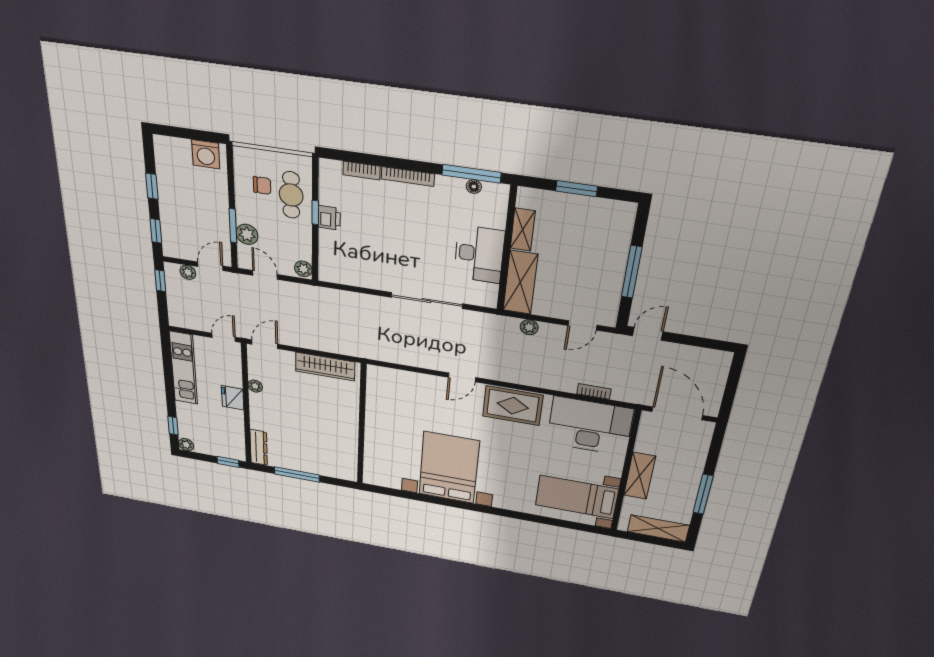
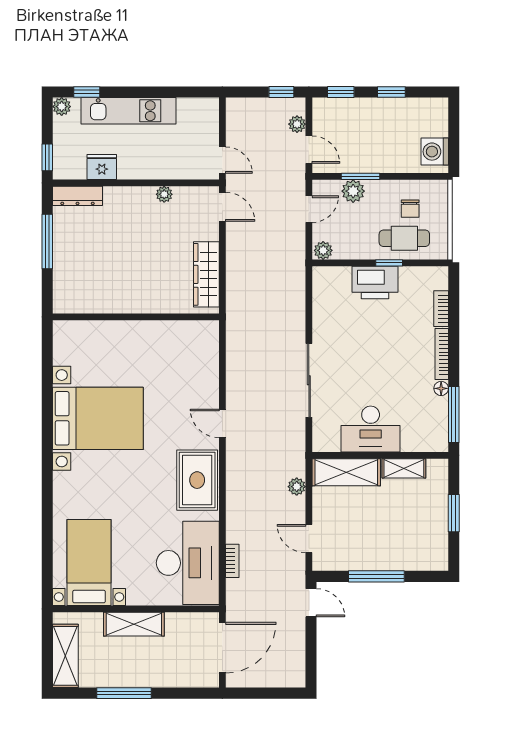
floor lamp: (474, 187) -> (441, 388), moved
printer: (329, 218) -> (375, 283), width x1.87, depth x1.48
kitchen unit: (184, 368) -> (128, 111), moved
fridge: (233, 398) -> (102, 167), moved

